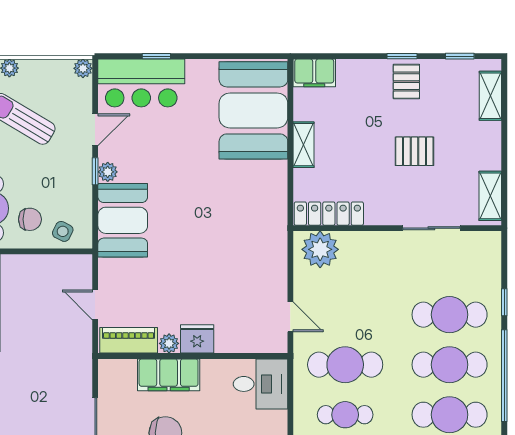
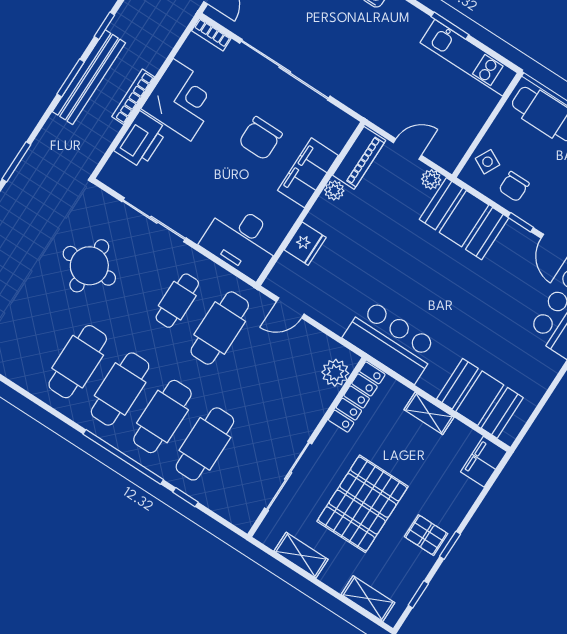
booth: (253, 110) -> (480, 398), width x0.73, depth x0.70
pallet: (414, 151) -> (363, 504), width x2.05, depth x2.00
plant: (108, 172) -> (431, 179), moved
shelving: (490, 196) -> (301, 555), moved
bar counter: (264, 215) -> (391, 341), added
chair: (30, 219) -> (514, 187), moved
sliding door: (431, 228) -> (288, 476), width x1.37
plant: (320, 249) -> (335, 373), width x0.73, depth x0.73
fridge: (197, 339) -> (305, 244), moved
desk: (260, 384) -> (242, 241), width x1.37

